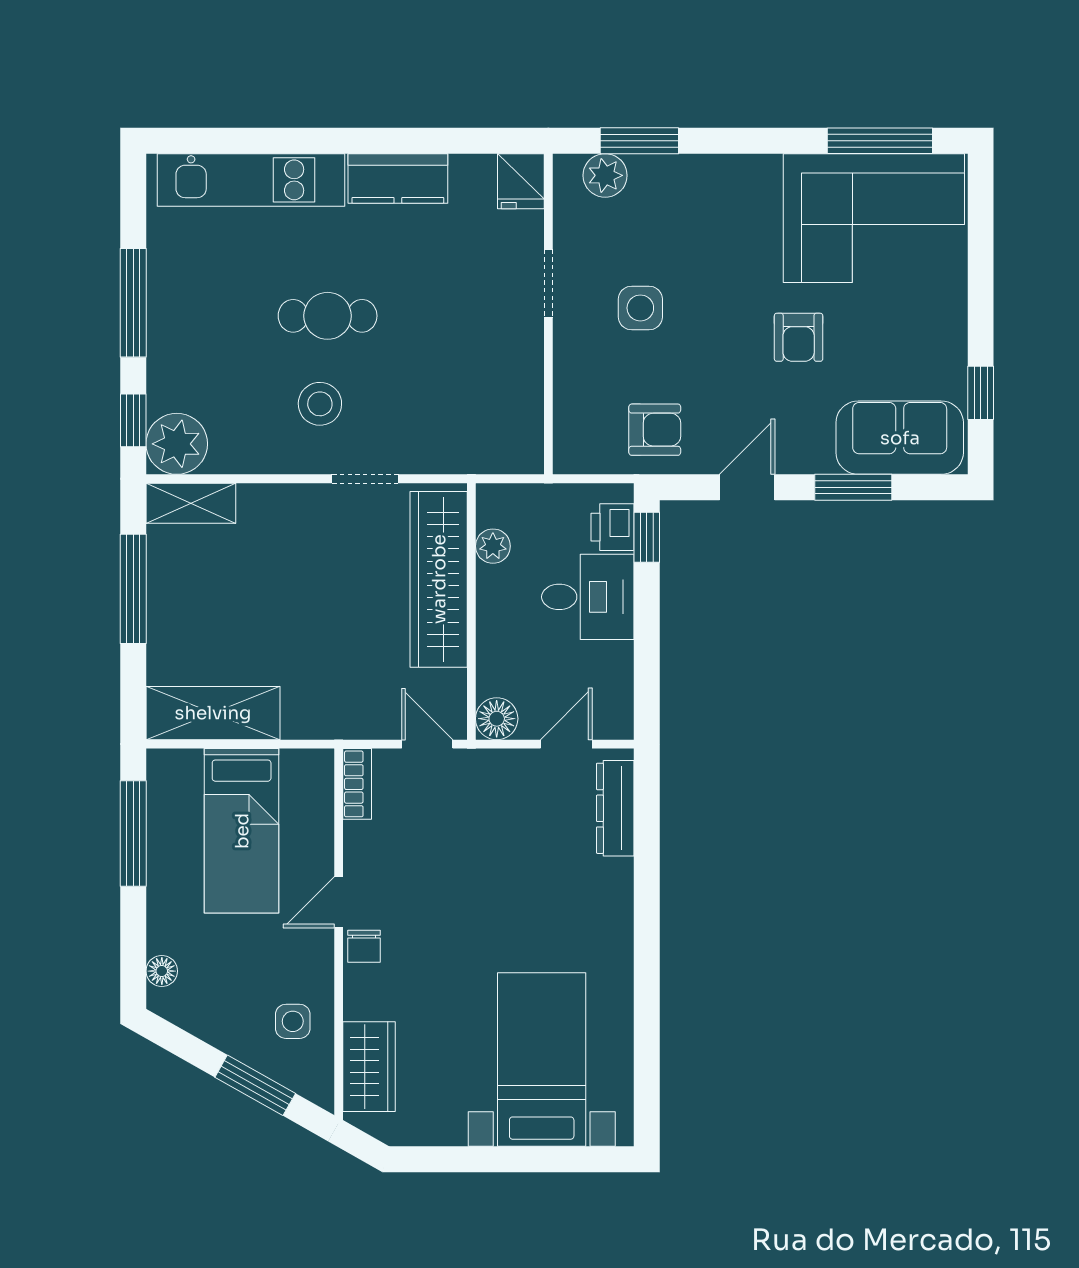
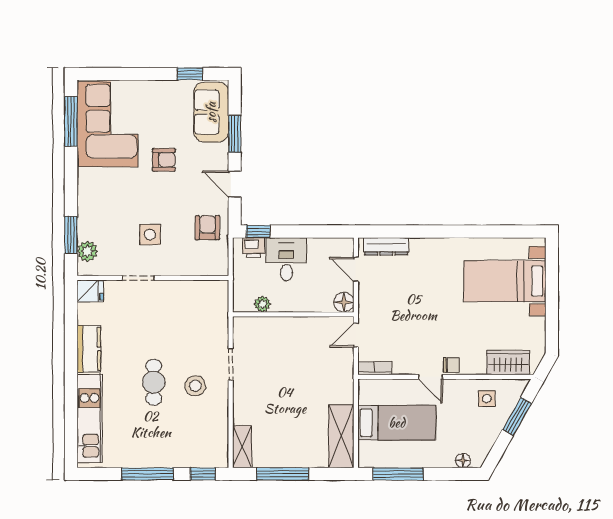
plant: (177, 444) -> (214, 453), removed
wardrobe: (439, 579) -> (278, 330), removed

